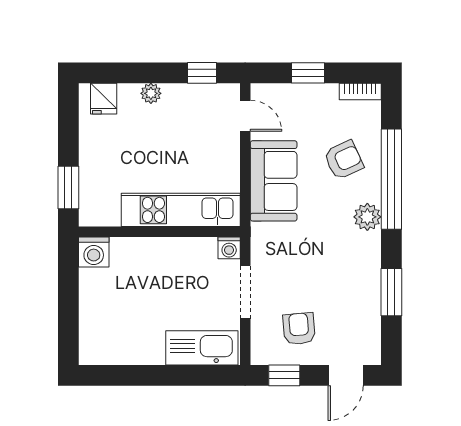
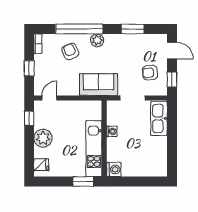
plant: (151, 93) -> (43, 138), width x1.87, depth x1.87
sofa: (274, 181) -> (98, 85), moved
kitchen unit: (181, 210) -> (94, 149), moved
washing machine: (229, 248) -> (112, 131), moved

